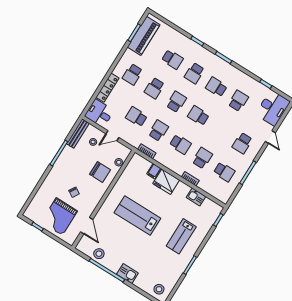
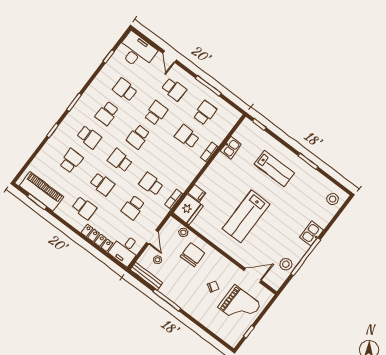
door: (270, 137) -> (170, 57), swing flipped
school desk: (180, 144) -> (156, 113), moved
fridge: (166, 182) -> (188, 209), moved

